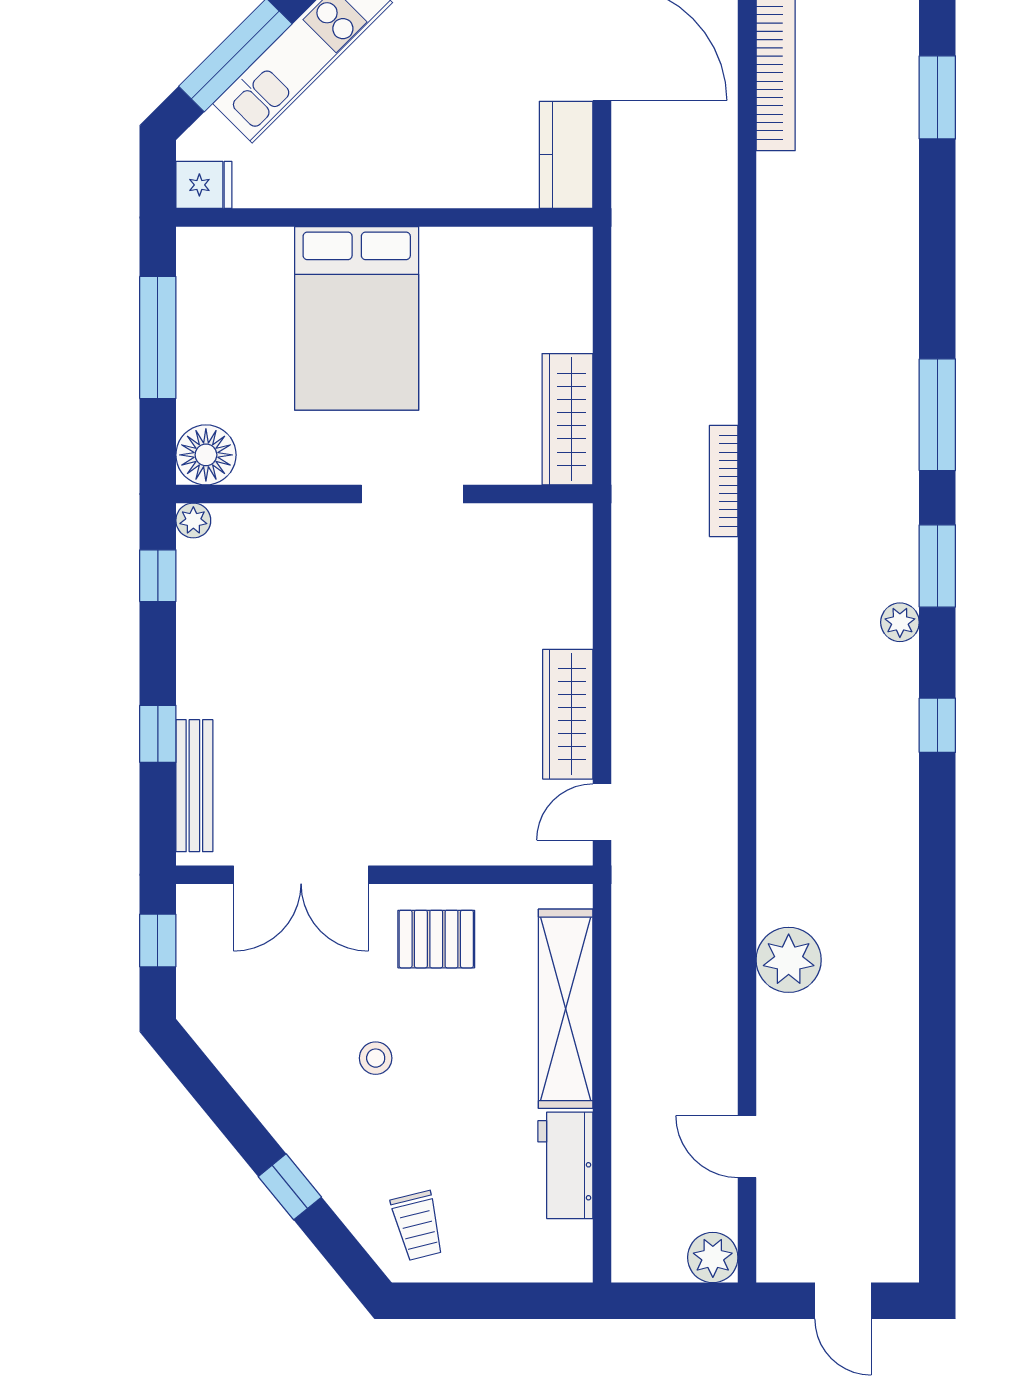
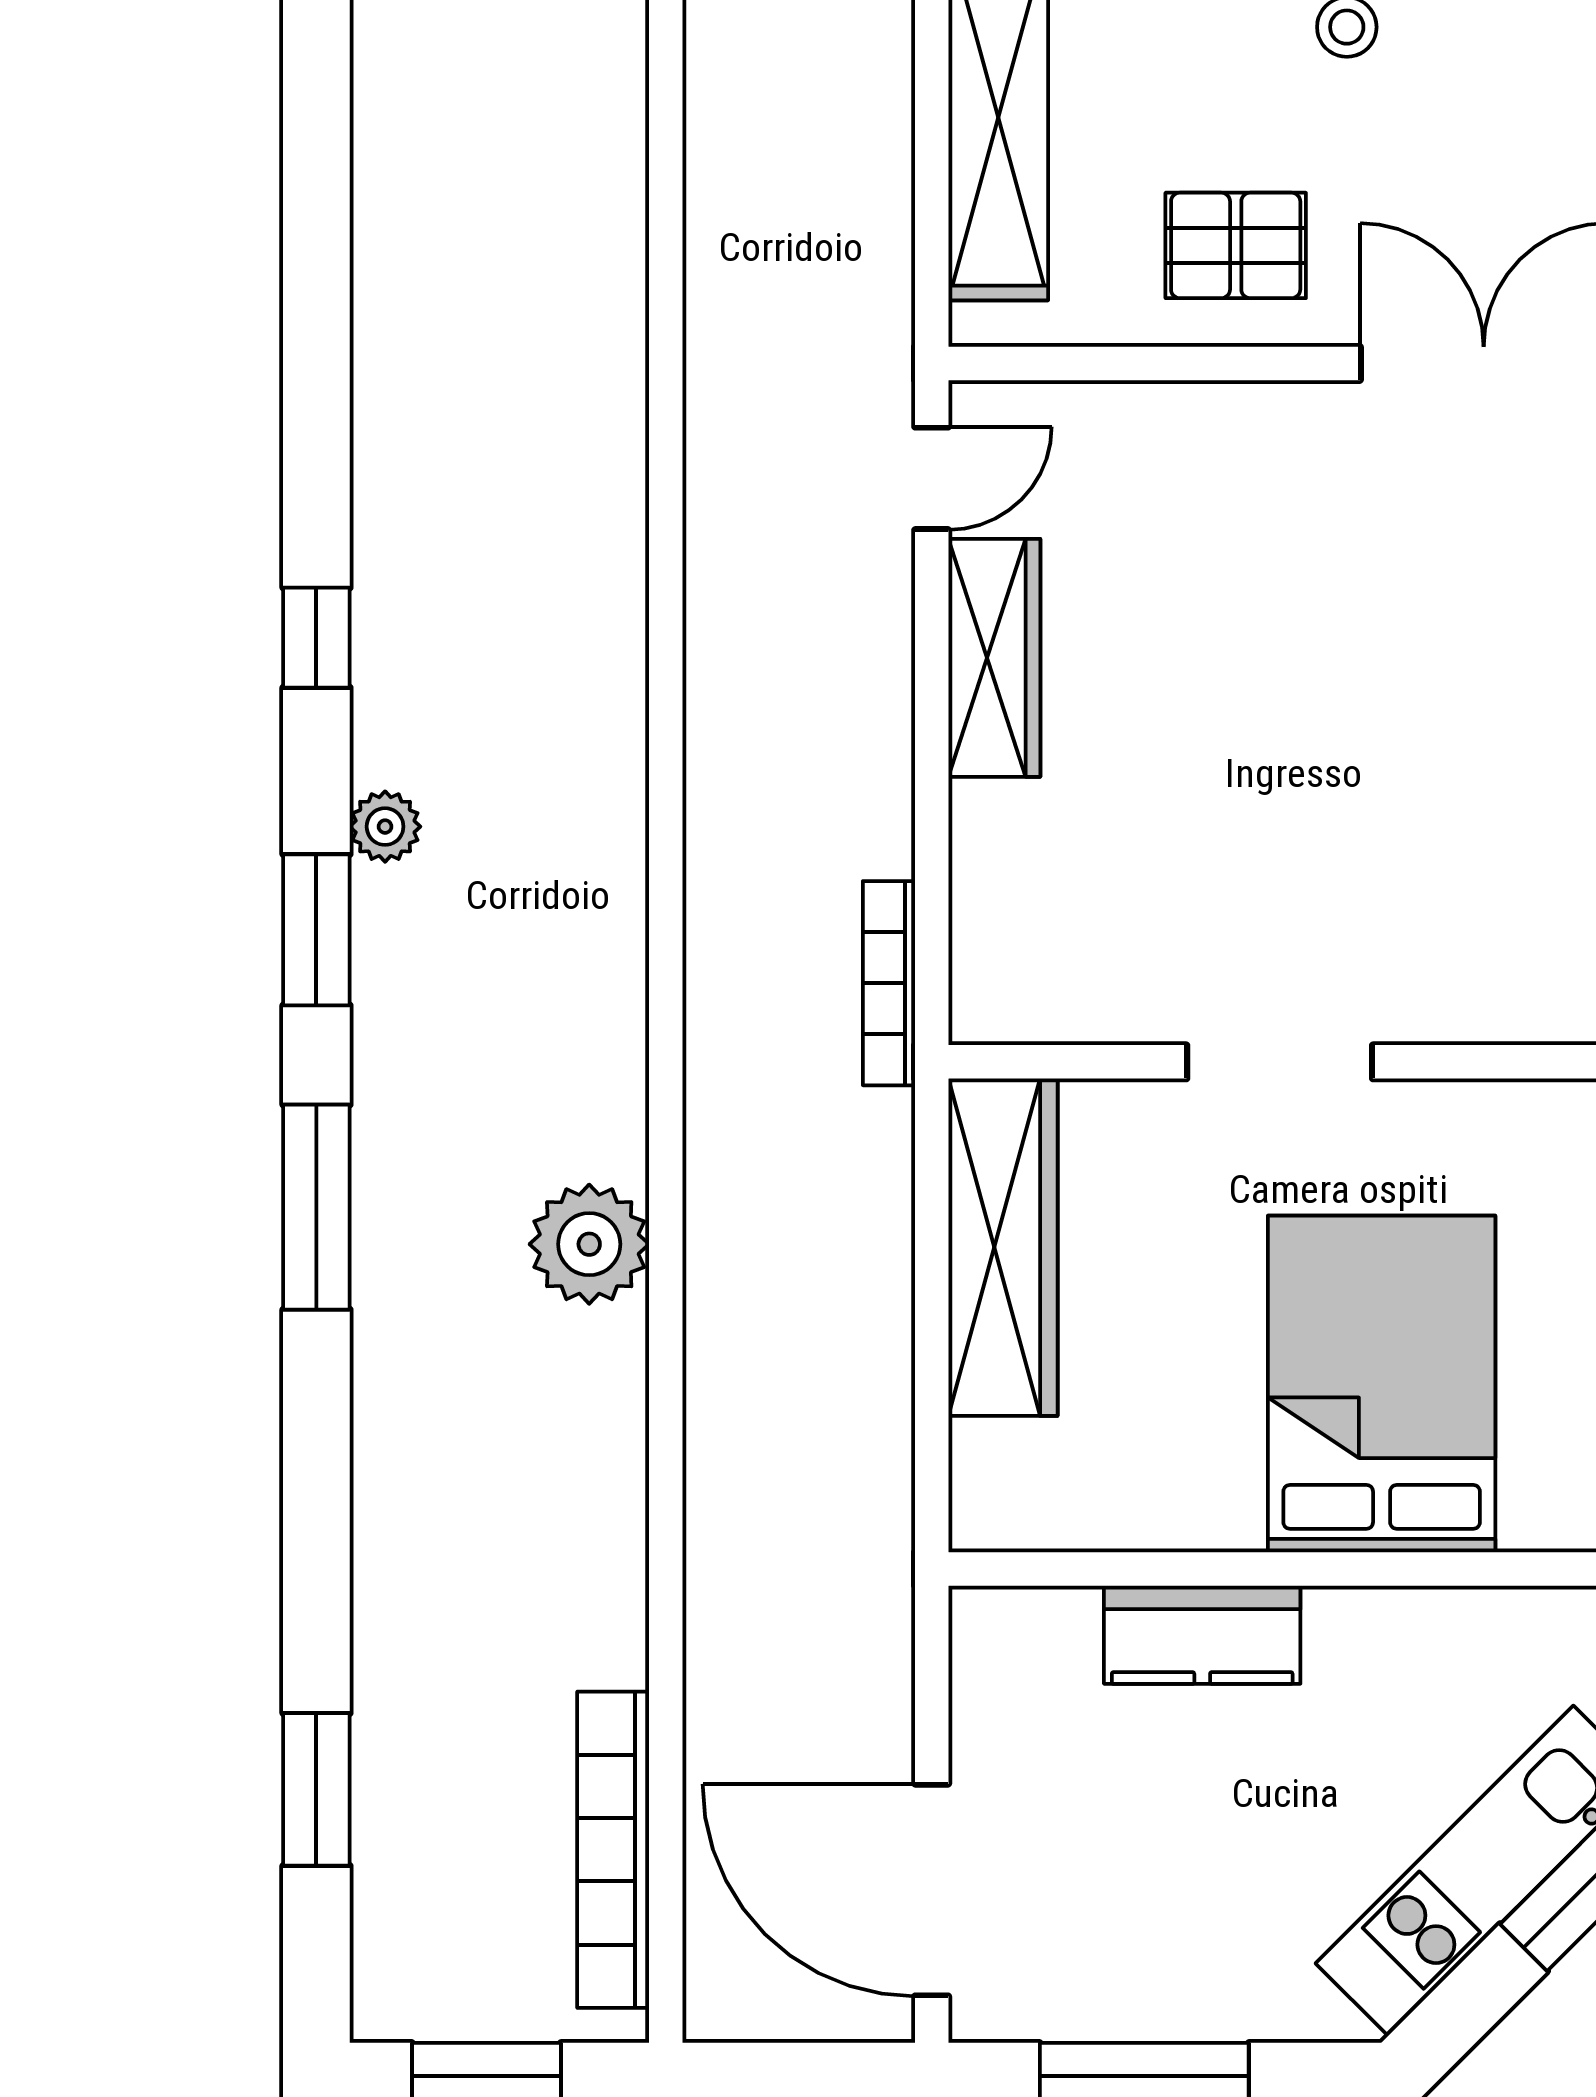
kitchen counter: (566, 155) -> (1202, 1635), moved, turned 90
wardrobe: (567, 419) -> (1003, 1247), width x1.40, depth x1.17
bookcase: (724, 481) -> (889, 983), moved, turned 180
plant: (789, 960) -> (589, 1244), moved

